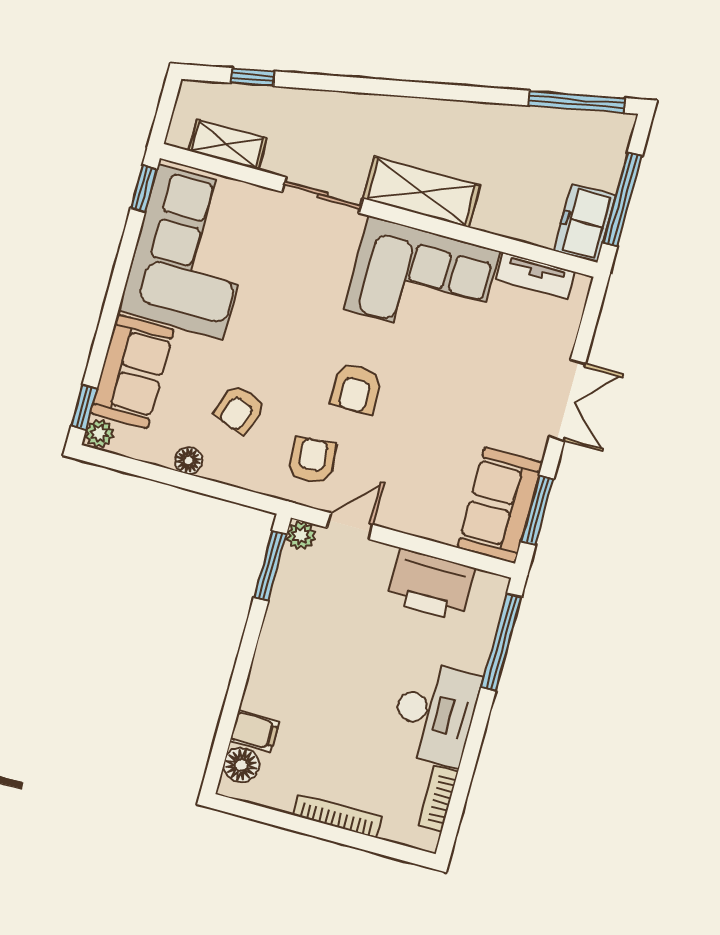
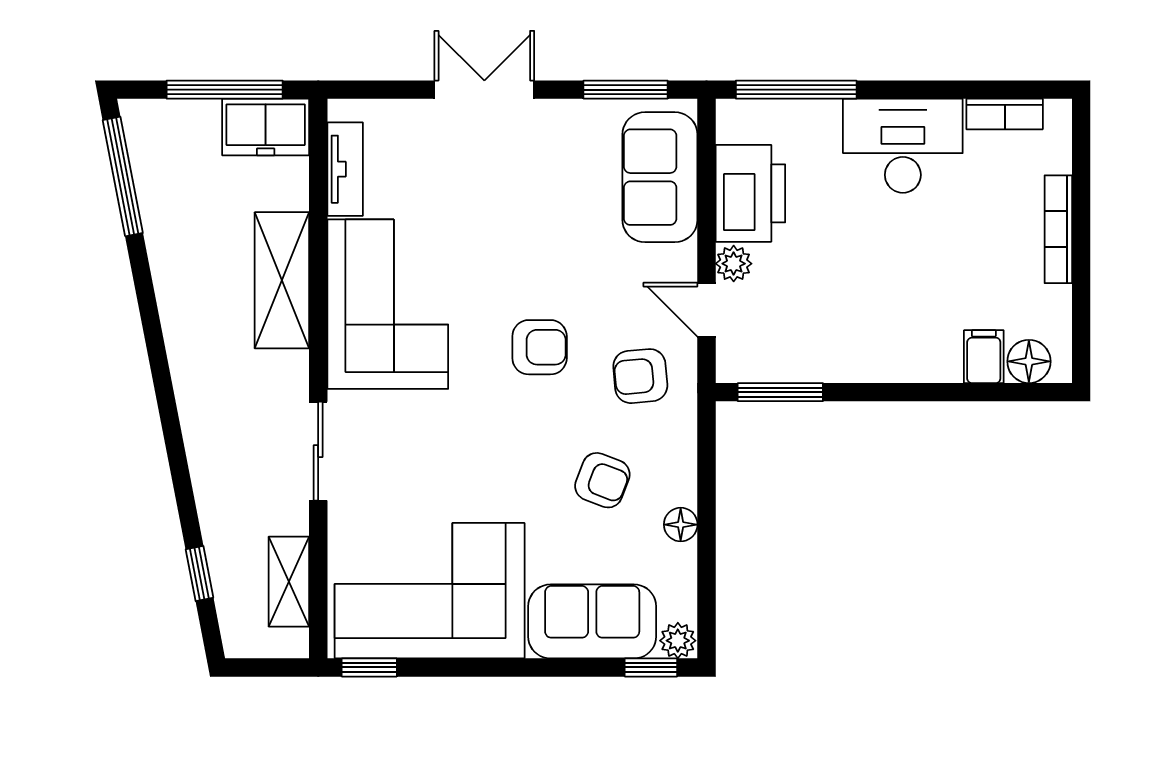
shelving: (421, 192) -> (282, 280), moved
sofa: (500, 505) -> (660, 177), moved, turned 90
plant: (301, 535) -> (734, 264), moved

